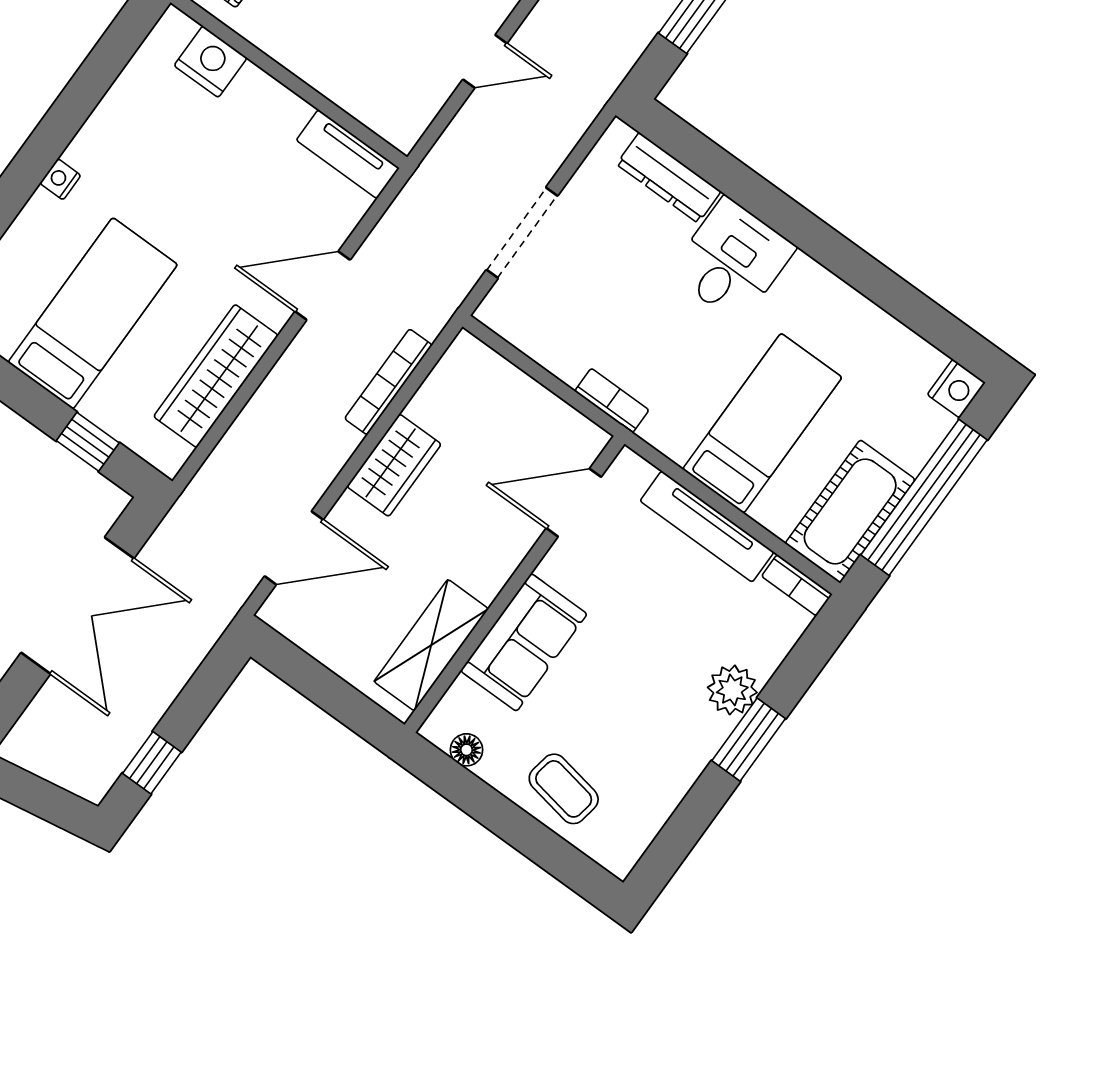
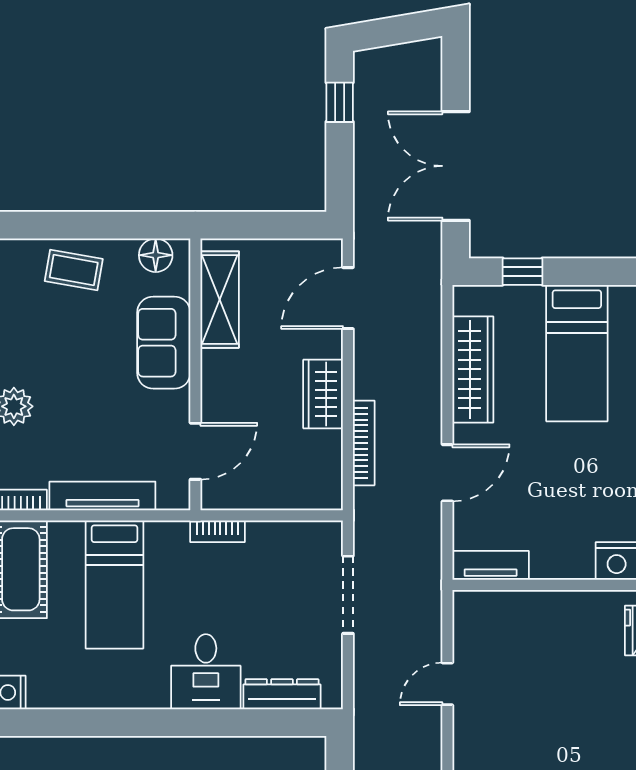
floor lamp: (467, 750) -> (156, 255), width x1.37, depth x1.37

